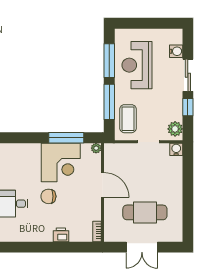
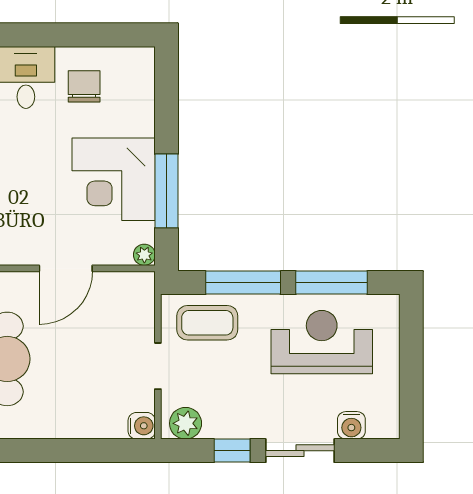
chair: (48, 196) -> (84, 86), moved

